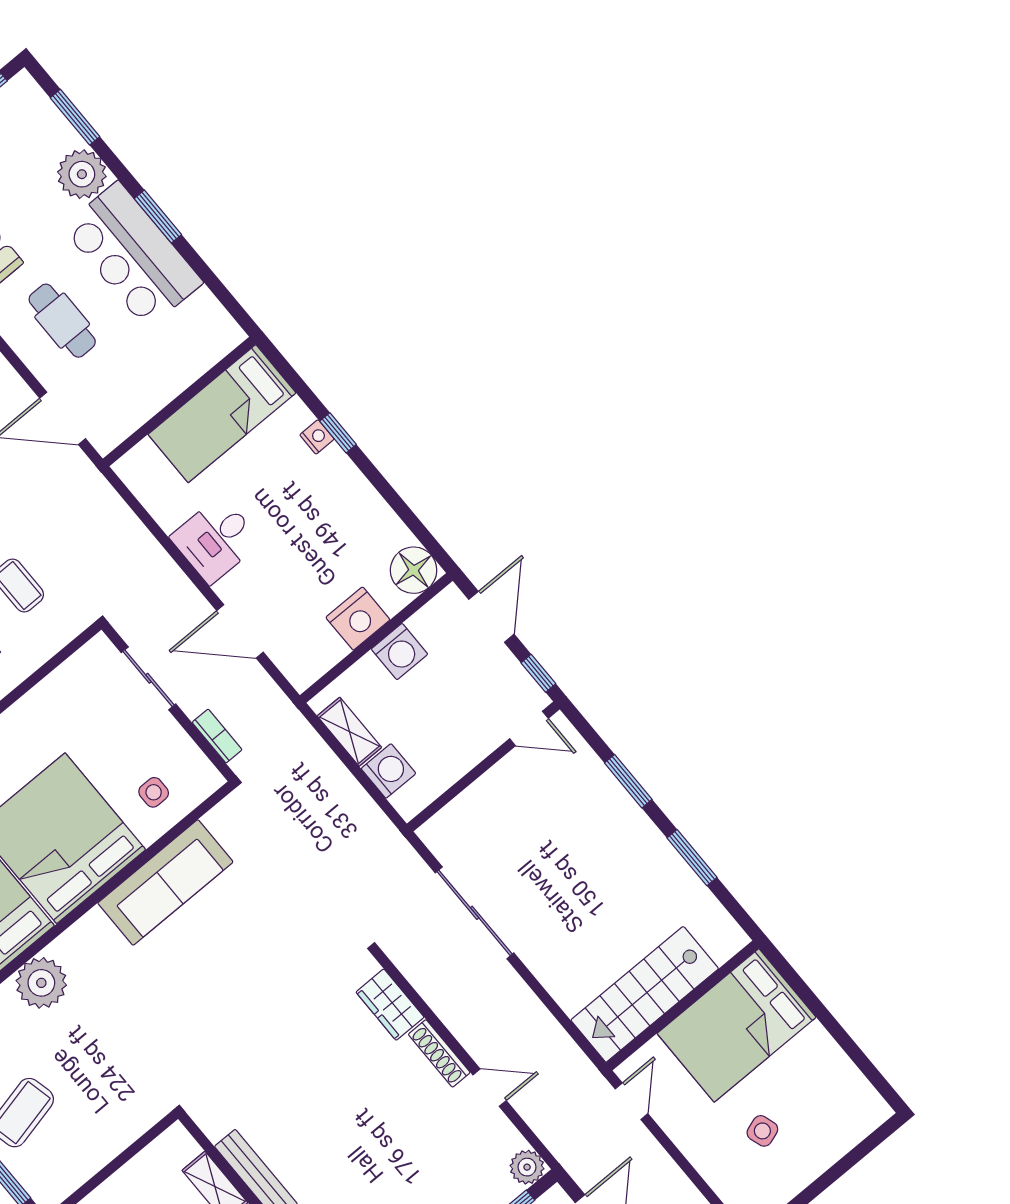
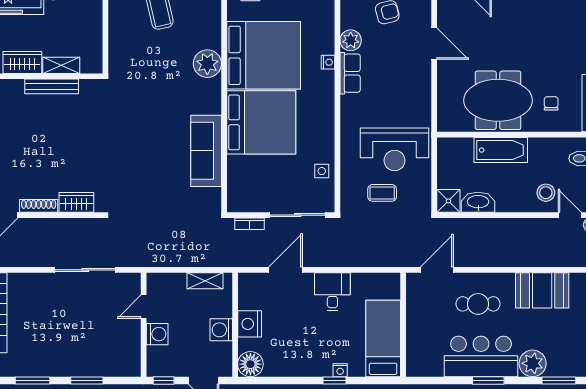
sliding door: (149, 678) -> (298, 215), width x1.37
door: (529, 728) -> (144, 307), moved
washing machine: (389, 771) -> (157, 334), moved, turned -90
side table: (154, 792) -> (322, 171), moved

